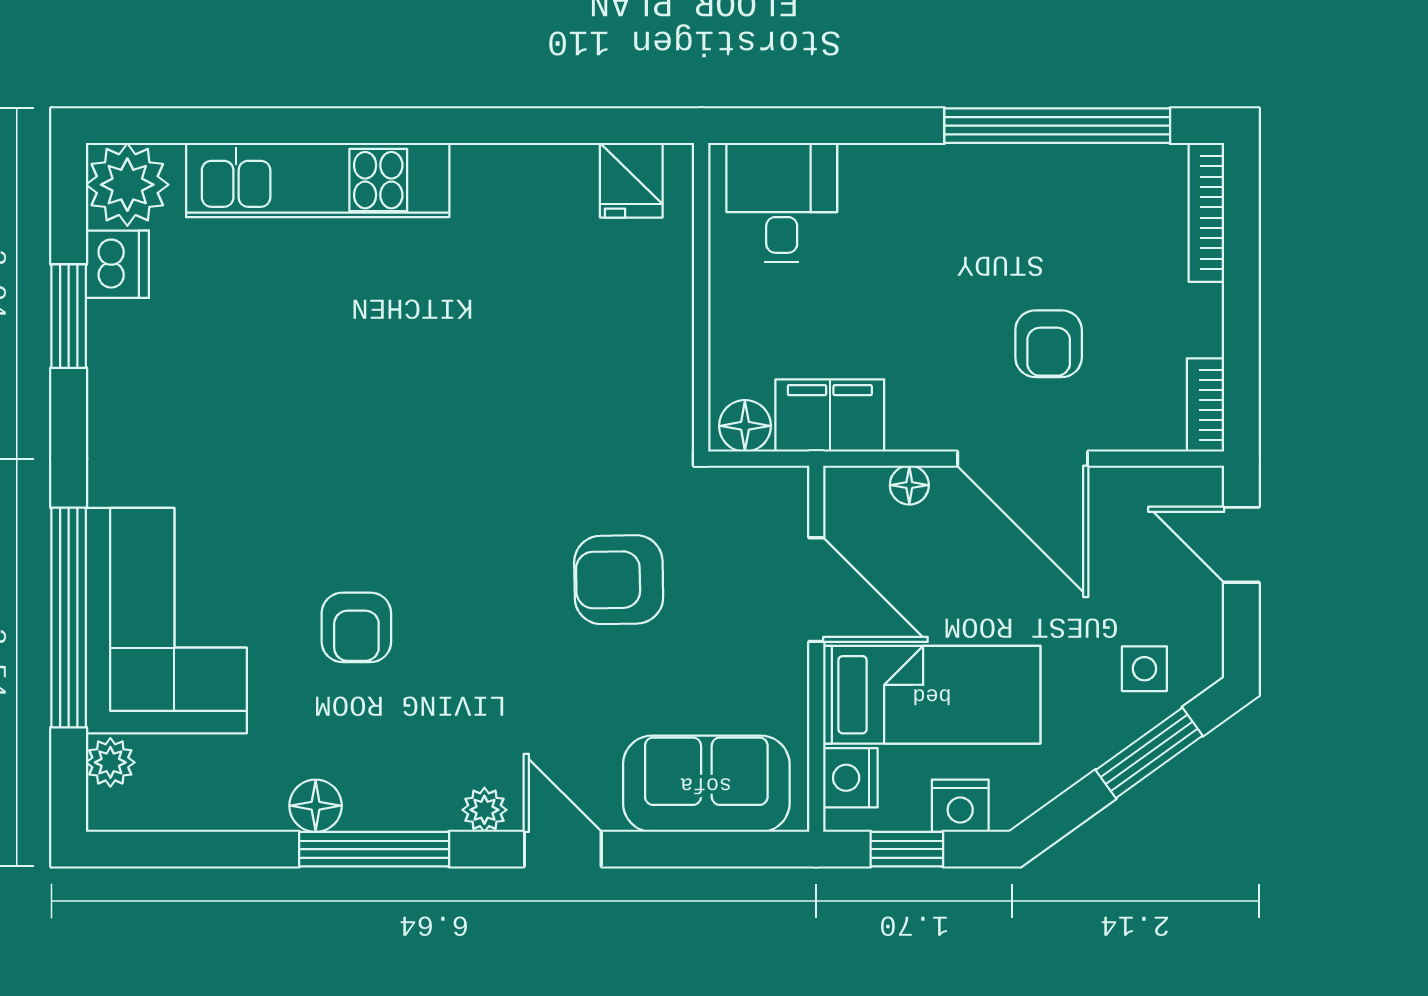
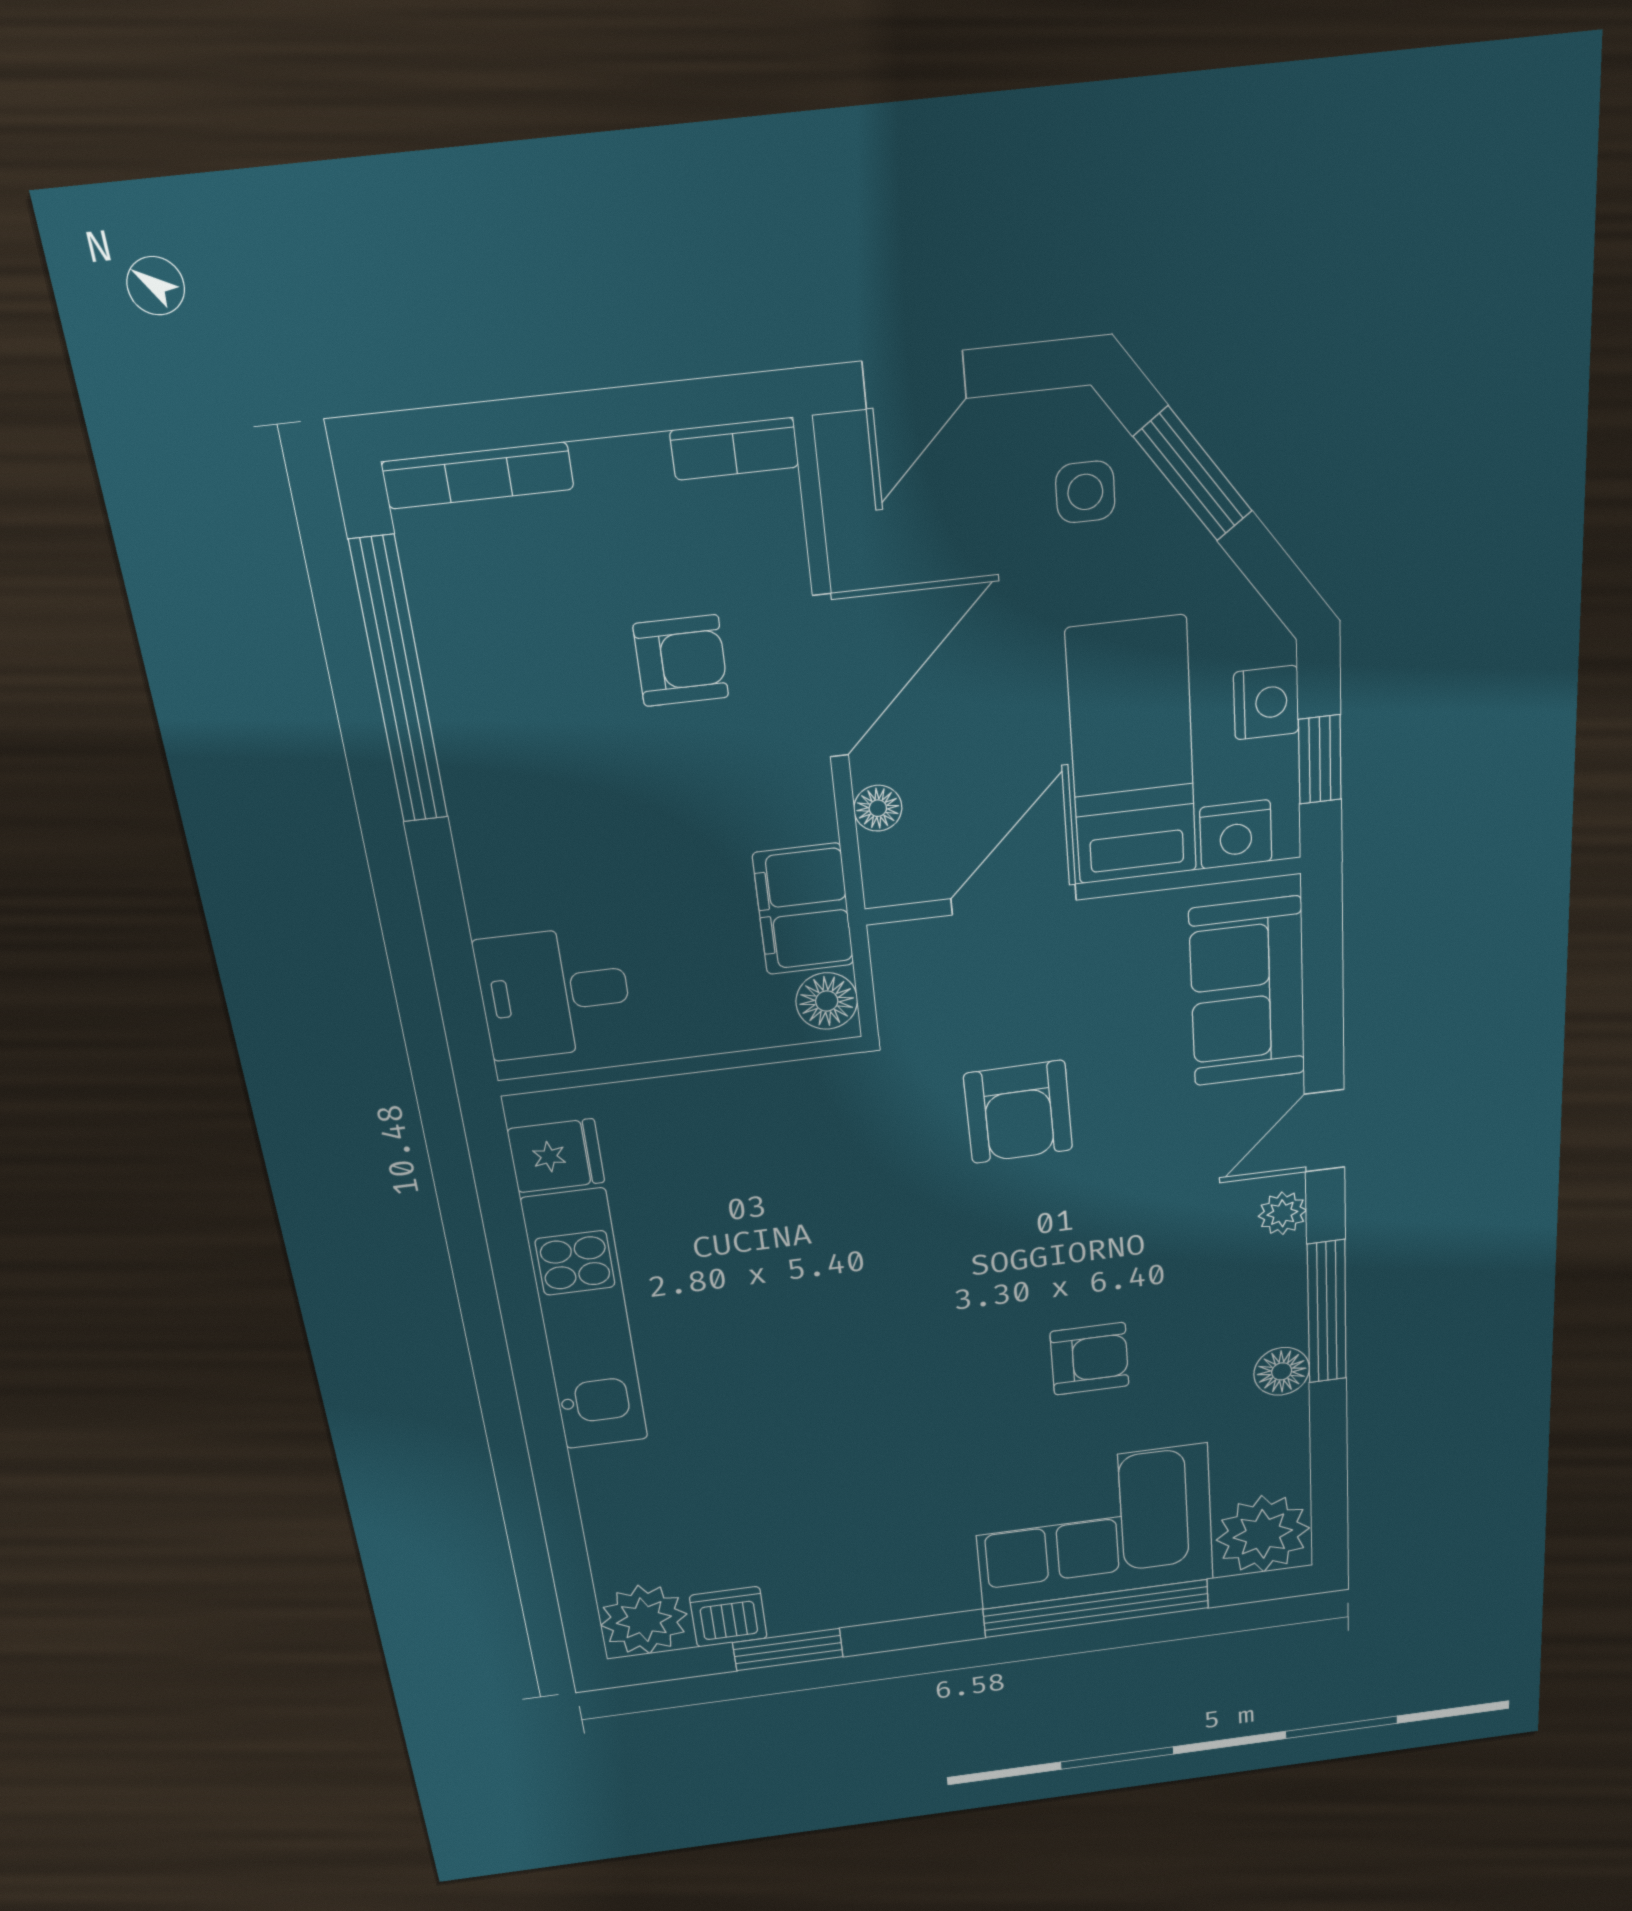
kitchen unit: (318, 180) -> (586, 1321), moved
plant: (110, 762) -> (1263, 1534), width x1.88, depth x1.88

